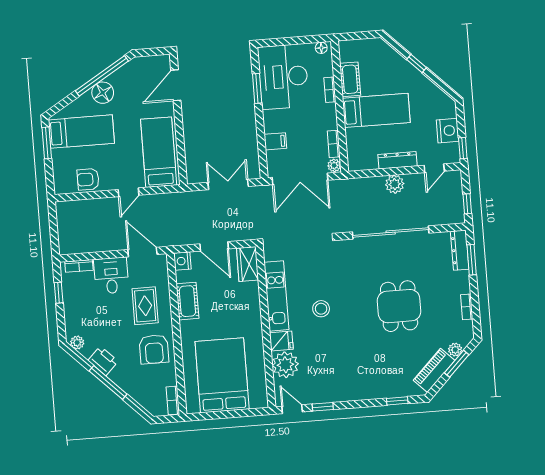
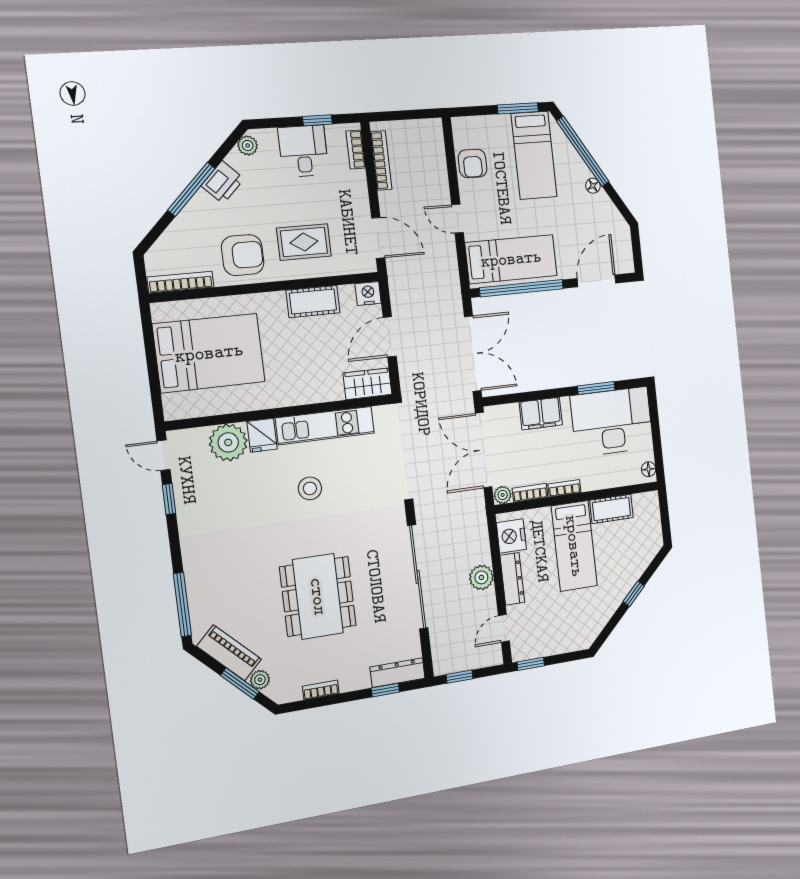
window: (102, 76) -> (583, 151), moved
door: (176, 85) -> (597, 281), hinge flipped
bookcase: (330, 90) -> (564, 488), moved
floor lamp: (103, 93) -> (593, 186), width x0.53, depth x0.53
nightstand: (448, 131) -> (511, 536), moved, turned 90
filing cabinet: (275, 141) -> (541, 414), width x2.00
window: (180, 145) -> (522, 288), added
door: (434, 168) -> (504, 628), hinge flipped
armchair: (88, 179) -> (473, 163), turned 180
double door: (228, 184) -> (473, 354), width x1.37
bookcase: (87, 248) -> (381, 161), added
door: (142, 252) -> (378, 238), hinge flipped
window: (472, 260) -> (385, 690), width x0.67
desk: (111, 276) -> (303, 151), moved, turned -90
dining table: (399, 306) -> (318, 596), width x1.38
armchair: (154, 349) -> (243, 255), turned 180
bookcase: (173, 400) -> (181, 282), width x1.56
window: (397, 401) -> (182, 605), width x2.17
door: (292, 409) -> (164, 455), swing flipped

